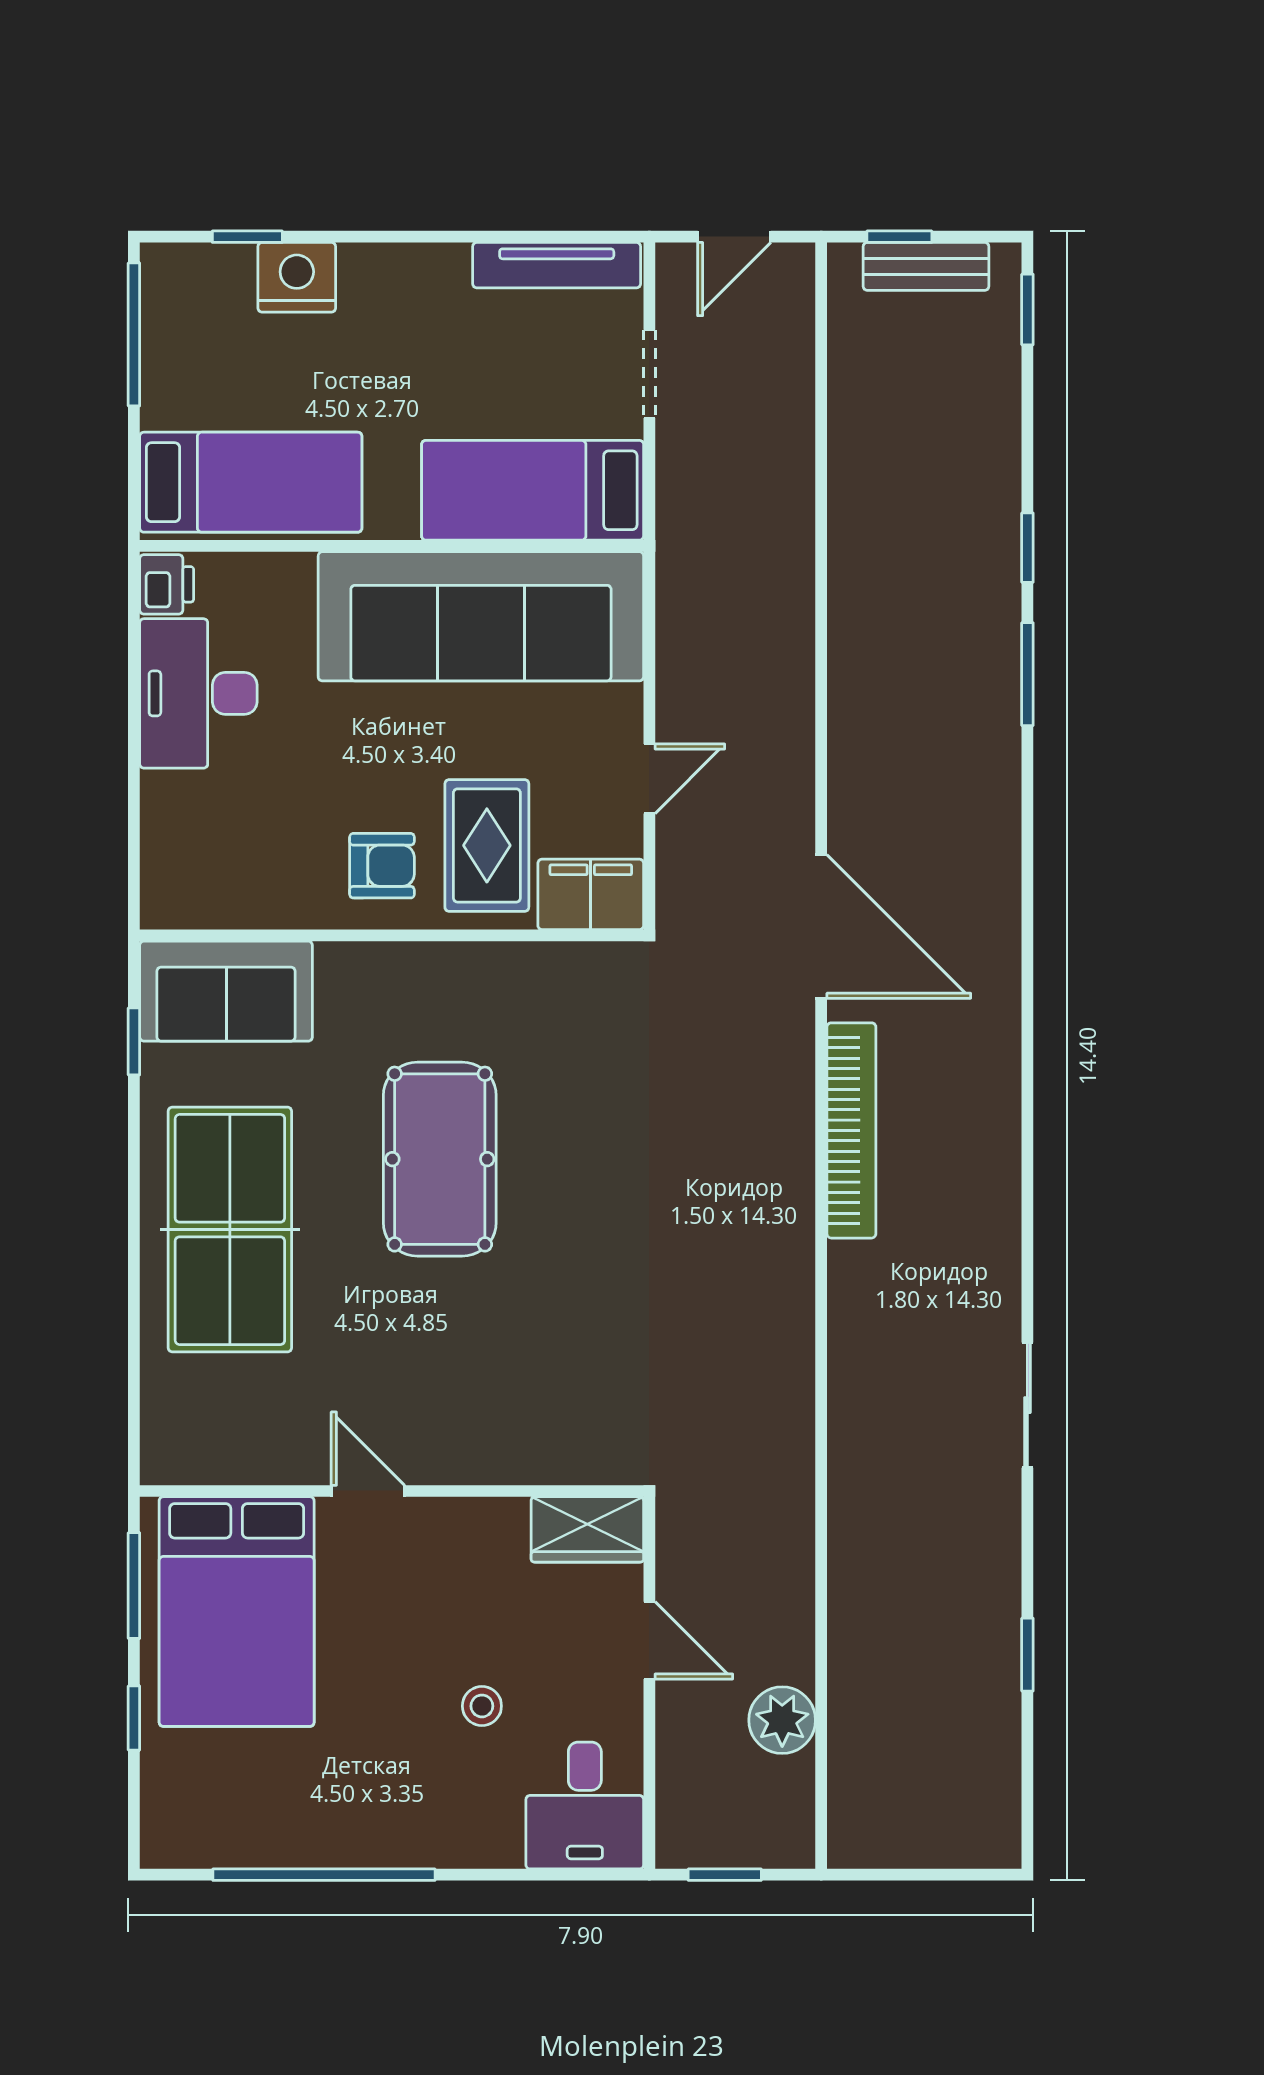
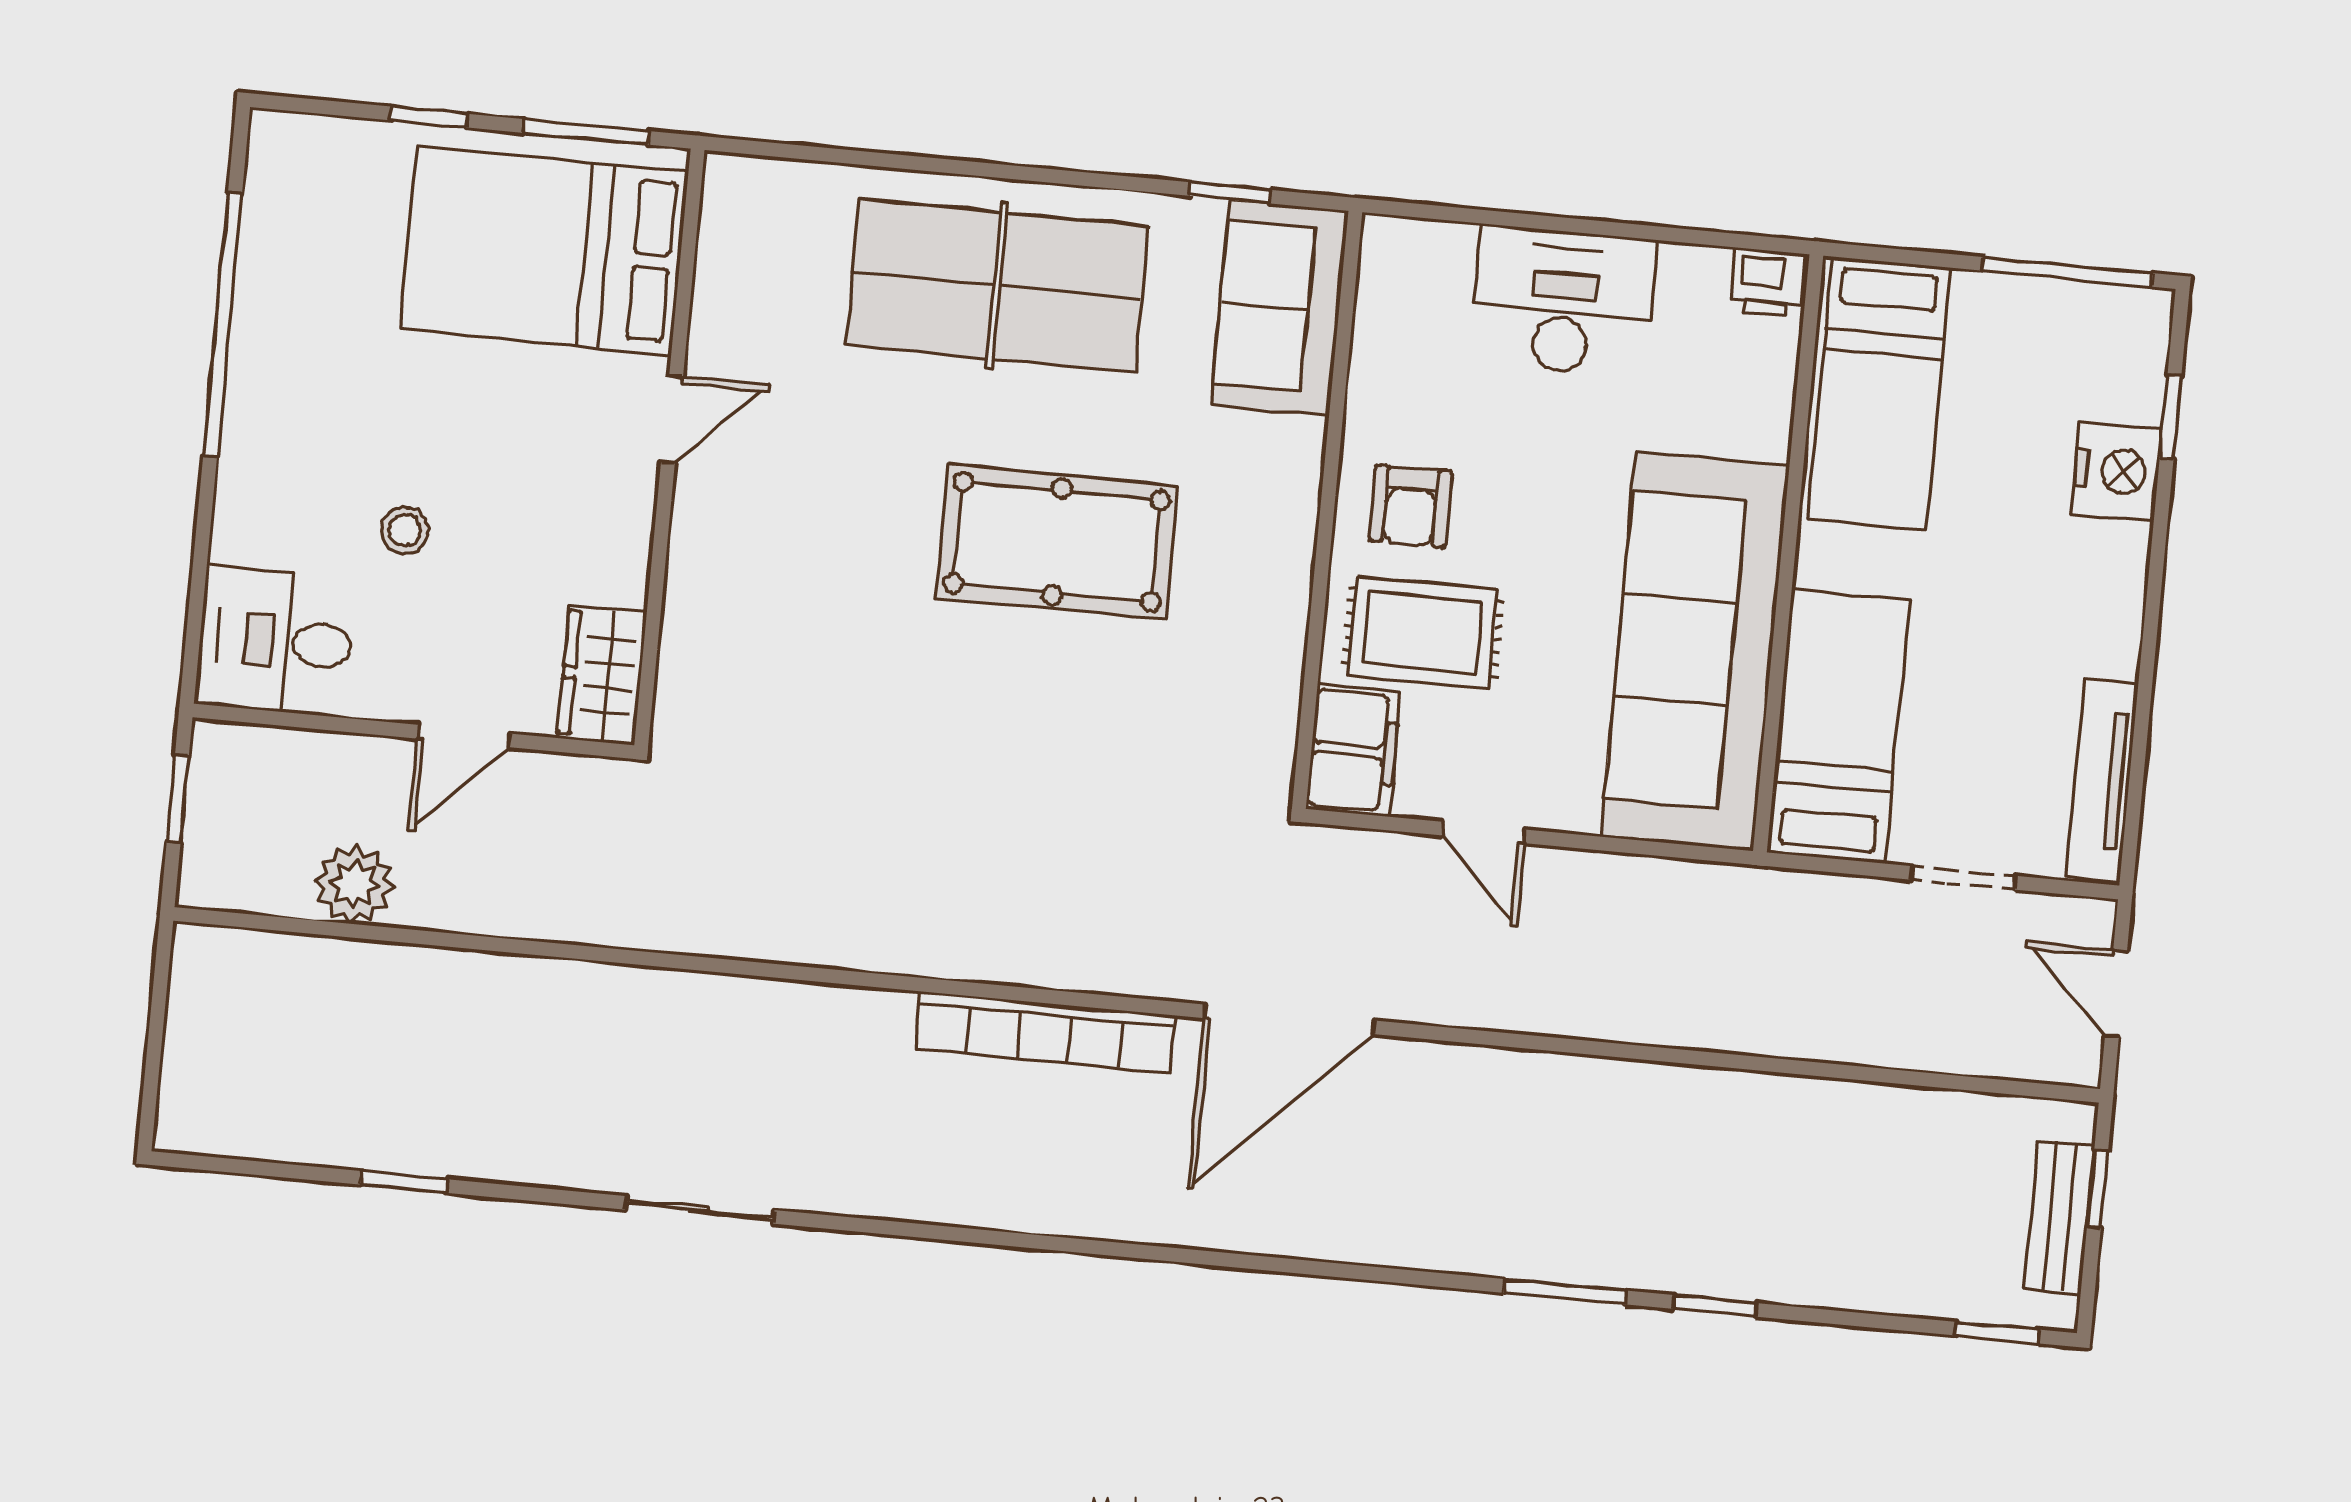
desk: (198, 693) -> (1564, 301), moved

